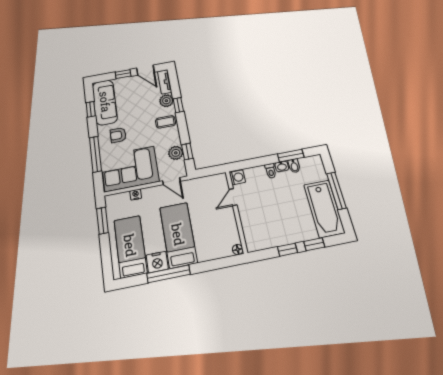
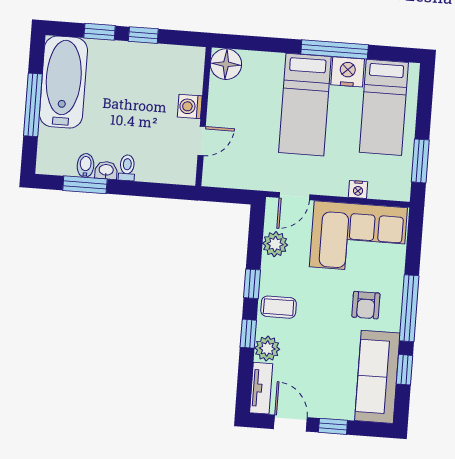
armchair: (118, 135) -> (366, 305), turned 90
window: (187, 152) -> (252, 284), moved
window: (95, 154) -> (409, 308), moved
washing machine: (237, 177) -> (190, 106), moved
door: (171, 181) -> (294, 196), swing flipped
floor lamp: (238, 250) -> (226, 64), width x1.89, depth x1.89

